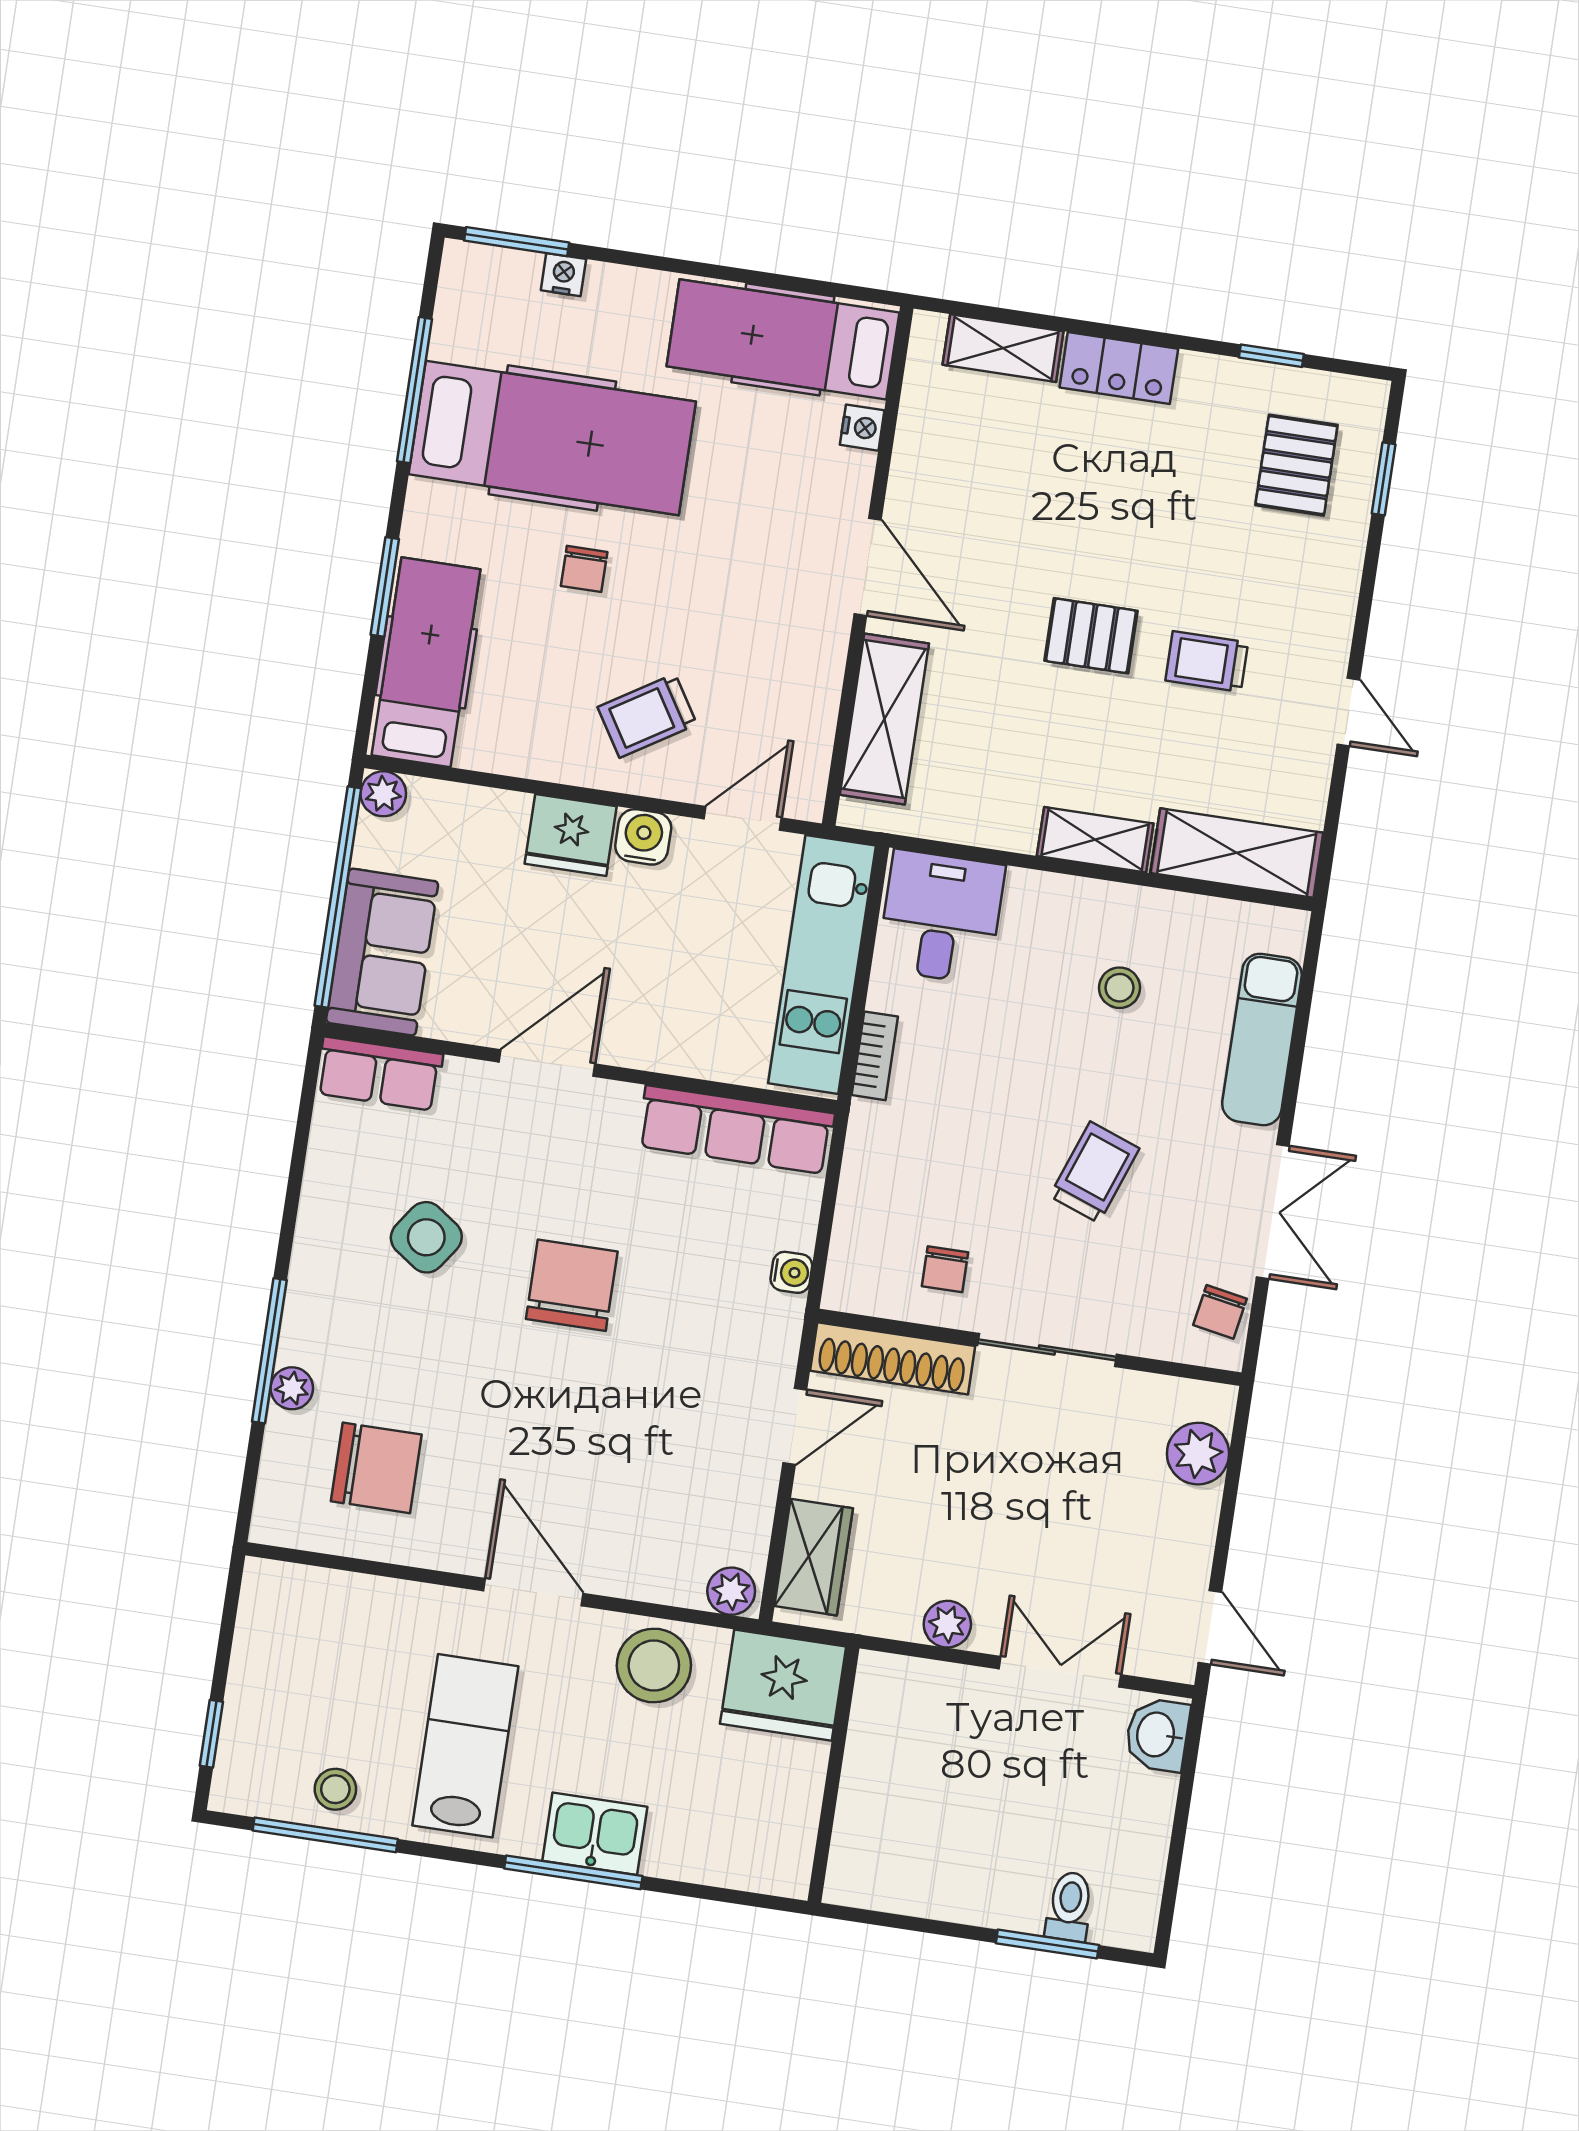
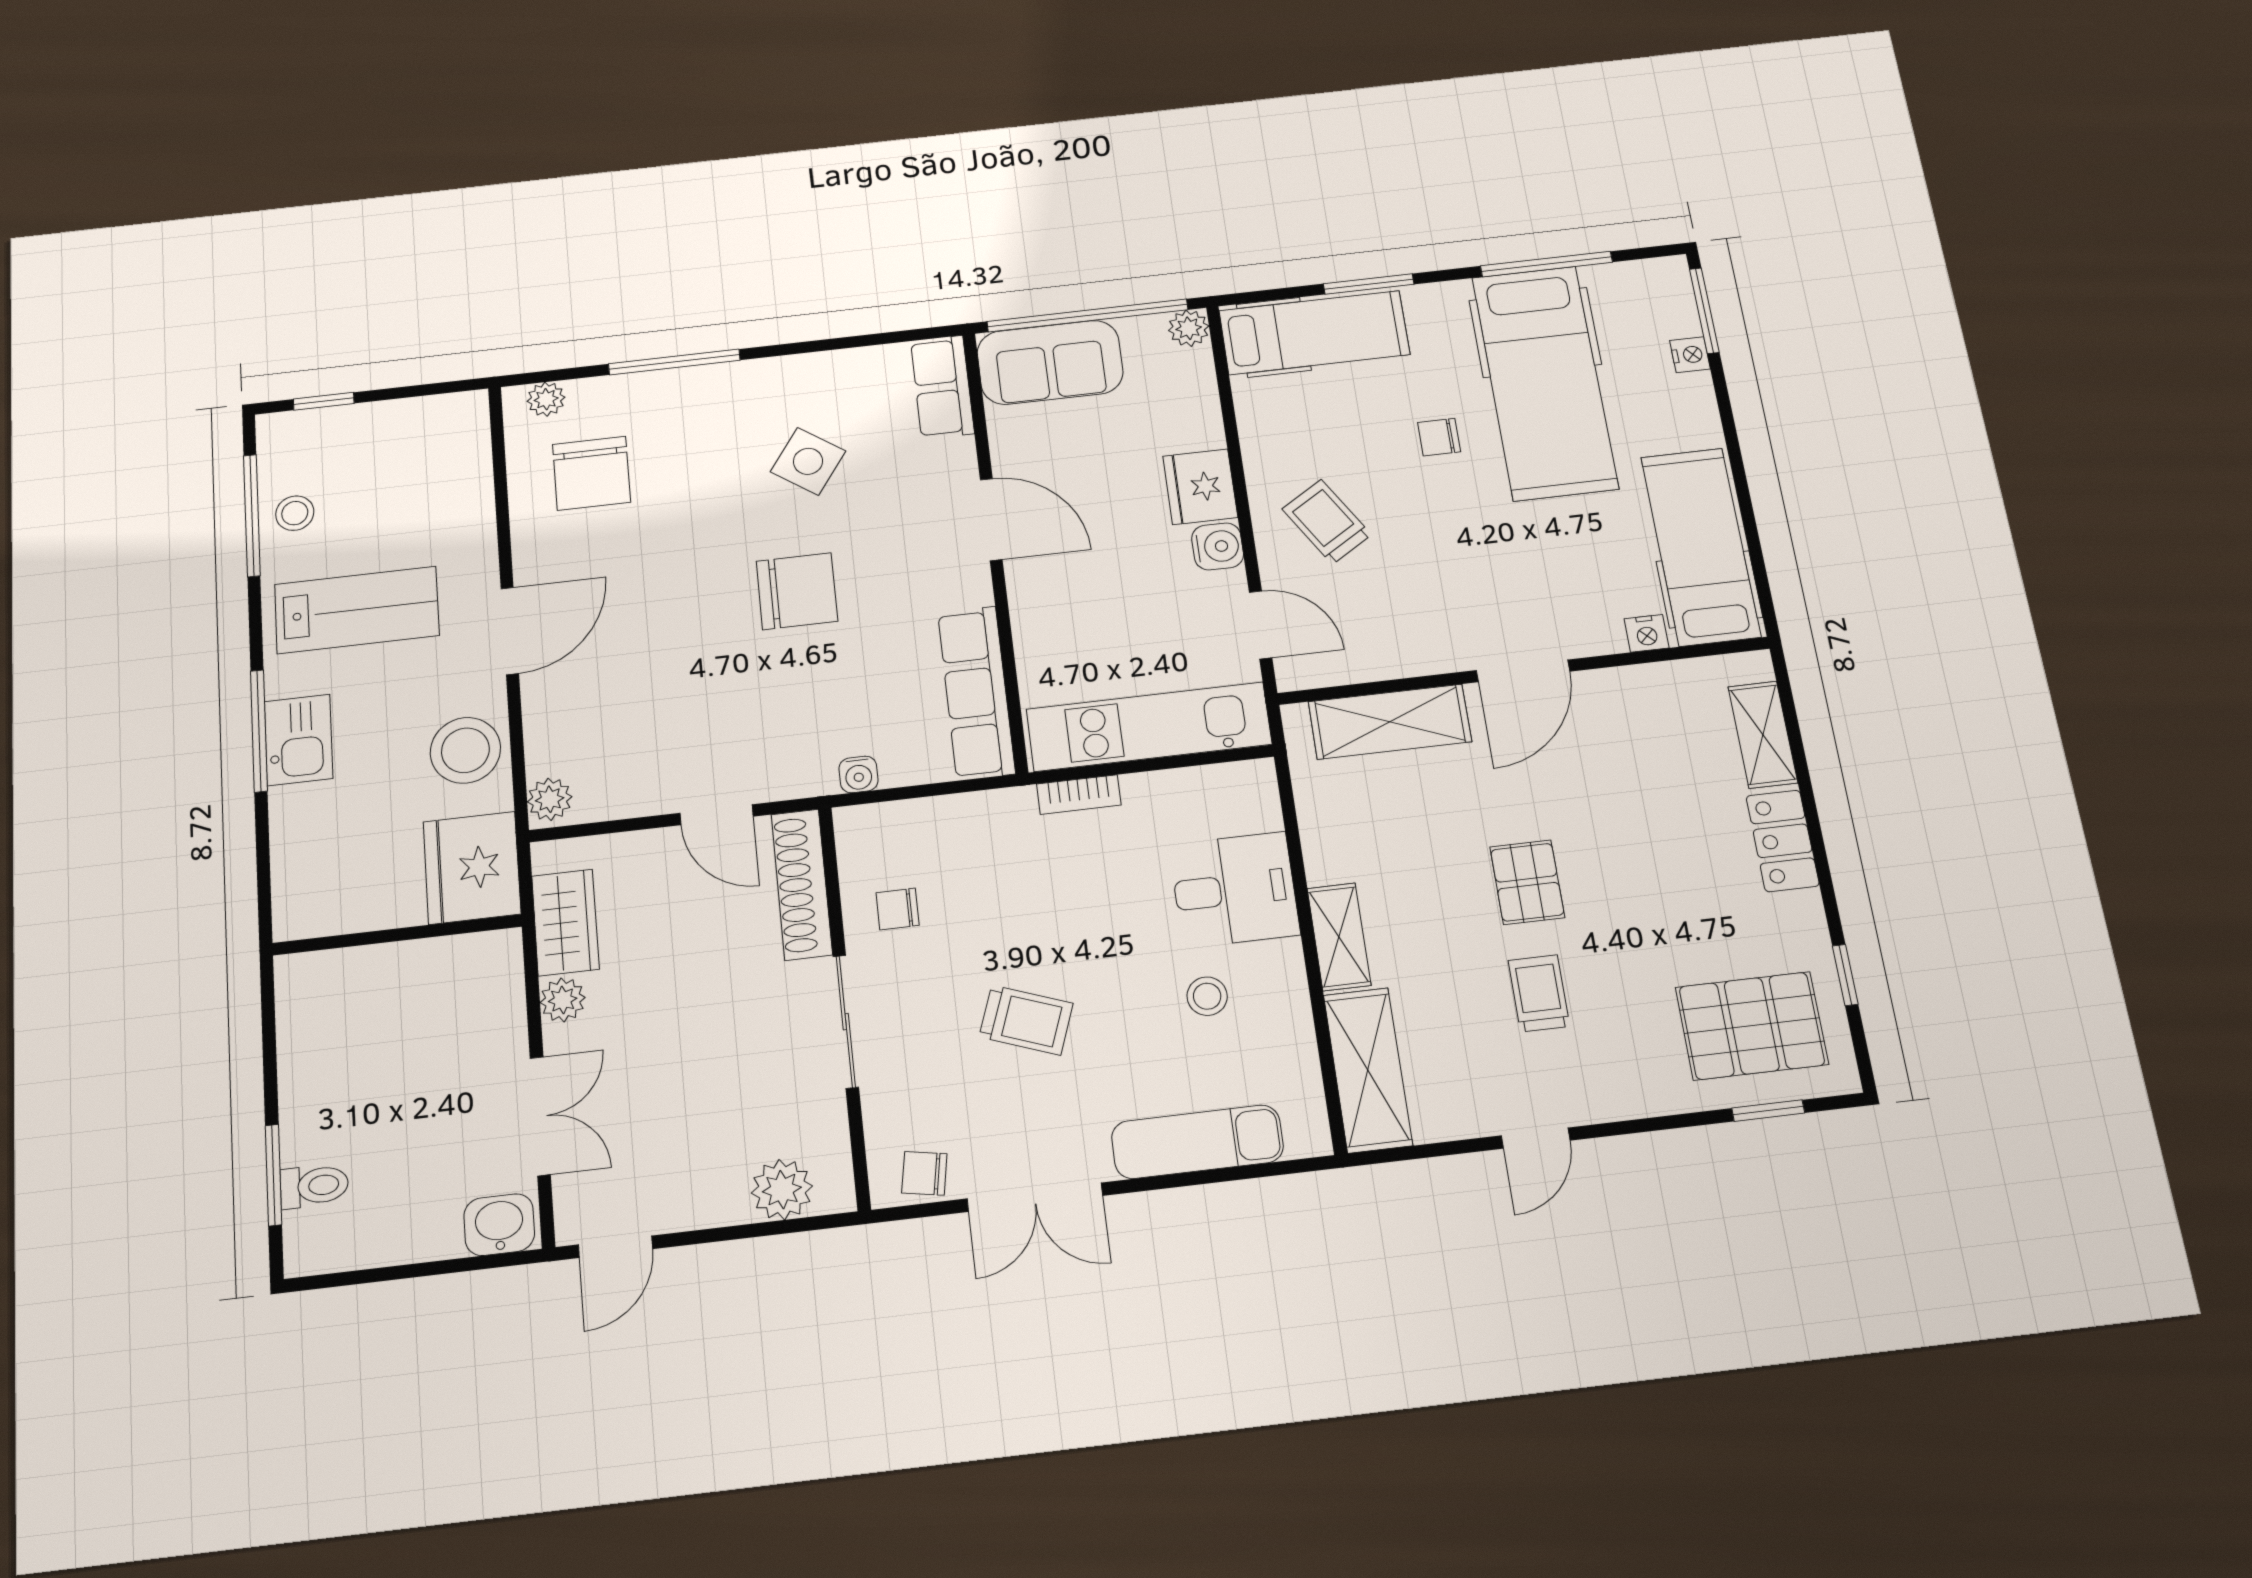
pallet: (1296, 465) -> (1752, 1026), width x1.50, depth x1.42
desk: (941, 917) -> (1234, 890), moved
plant: (292, 1388) -> (546, 399), moved
wardrobe: (814, 1557) -> (565, 922), moved, turned -90

